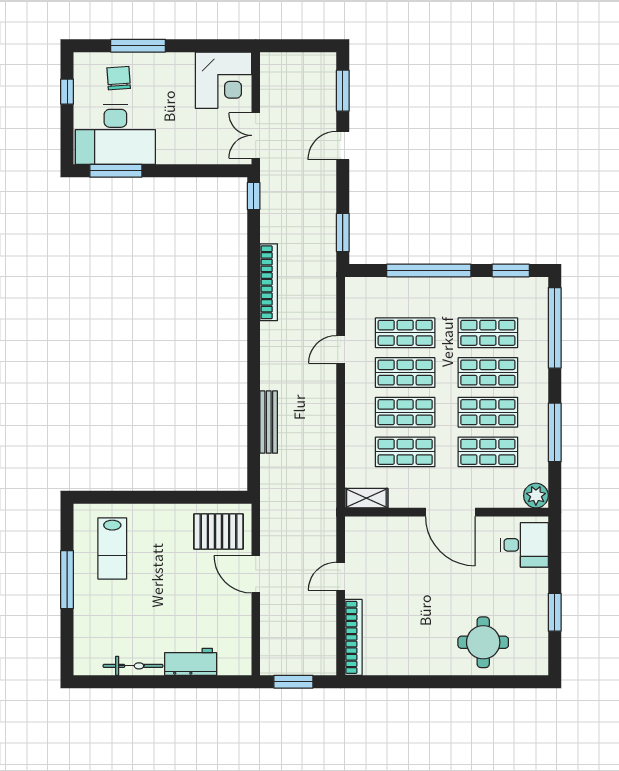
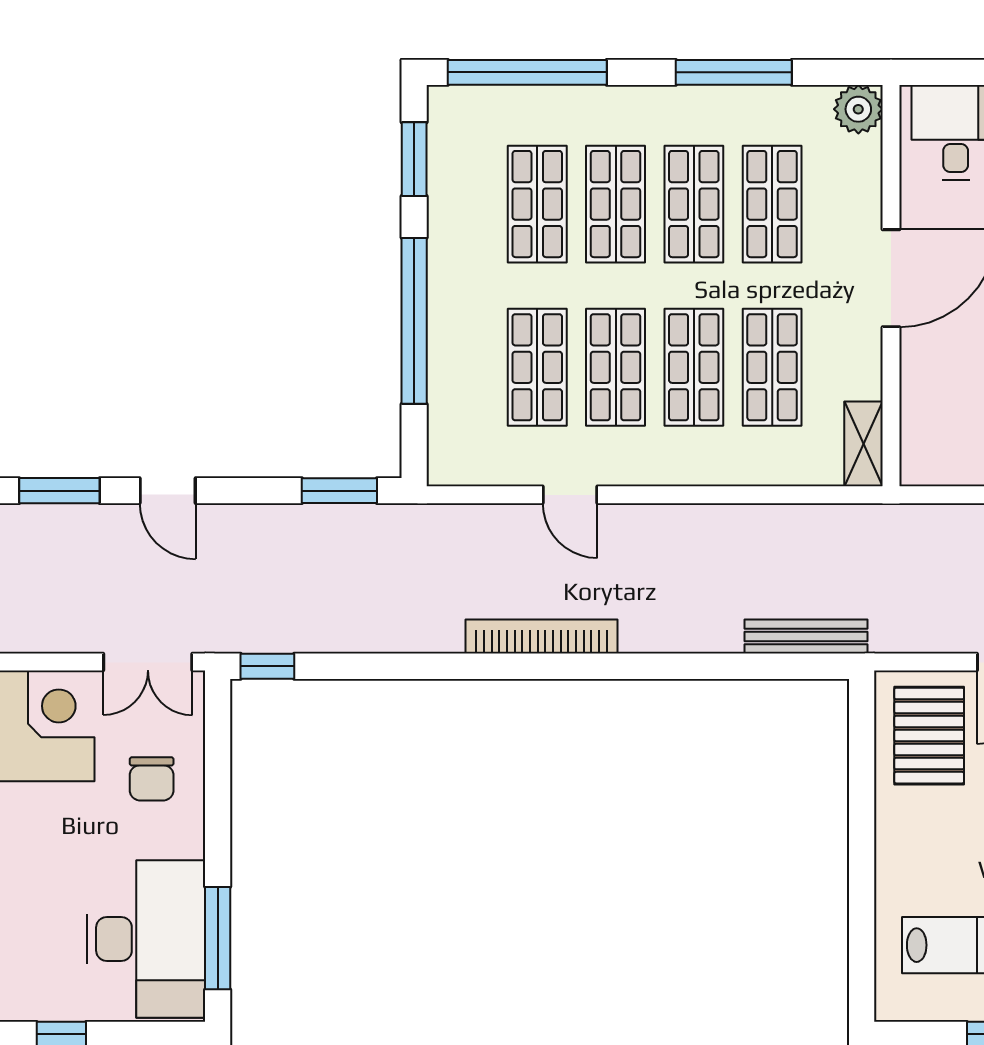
chair: (119, 78) -> (152, 779), moved, turned -86
bookcase: (269, 282) -> (541, 637), moved
bench: (269, 422) -> (806, 637), moved

